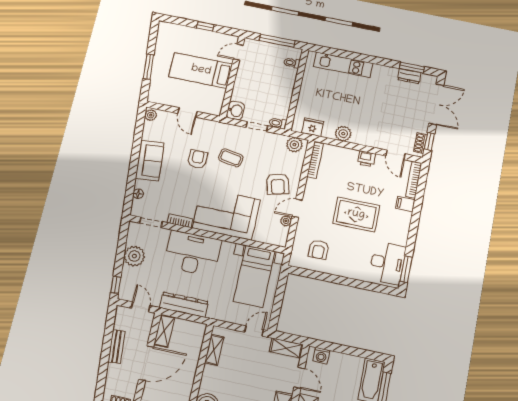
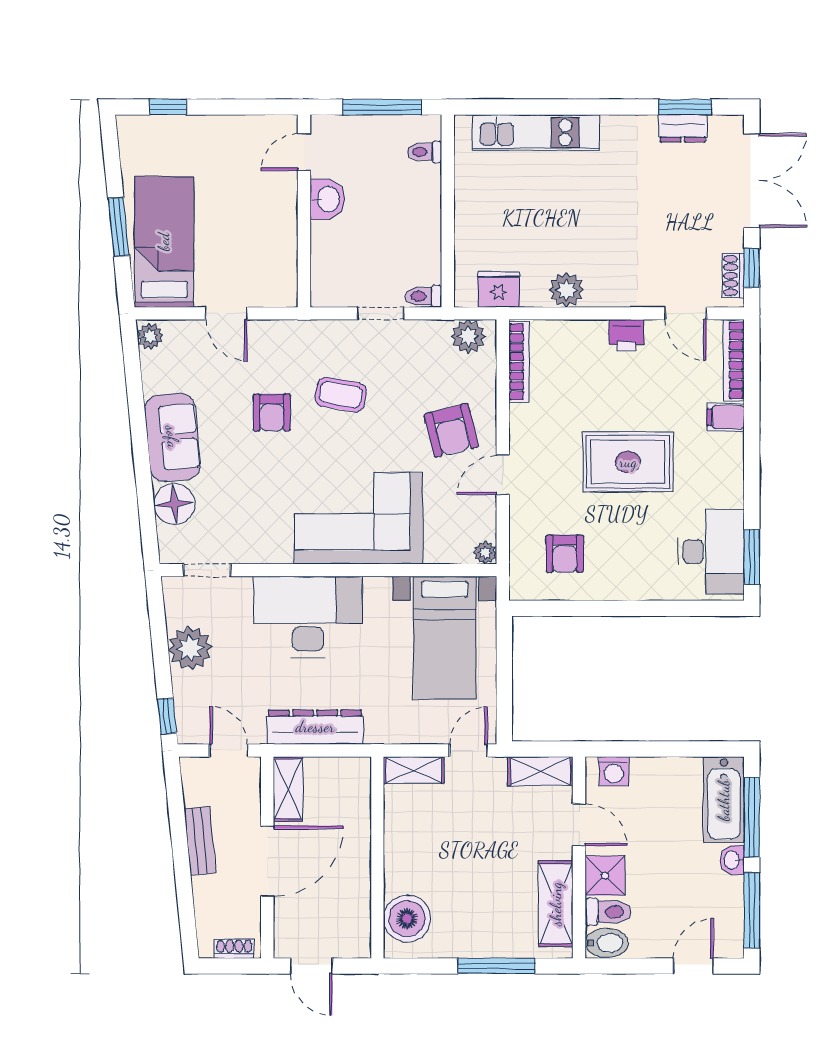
window: (205, 26) -> (168, 107), moved
bed: (201, 70) -> (164, 242), moved, turned 90
washbasin: (235, 110) -> (327, 199), moved
armchair: (198, 159) -> (272, 413), turned 180
floor lamp: (138, 194) -> (174, 504), width x1.89, depth x1.89
bookcase: (180, 221) -> (266, 554), removed
plant: (286, 221) -> (485, 553), moved
shelving: (214, 350) -> (414, 770), moved, turned 90

